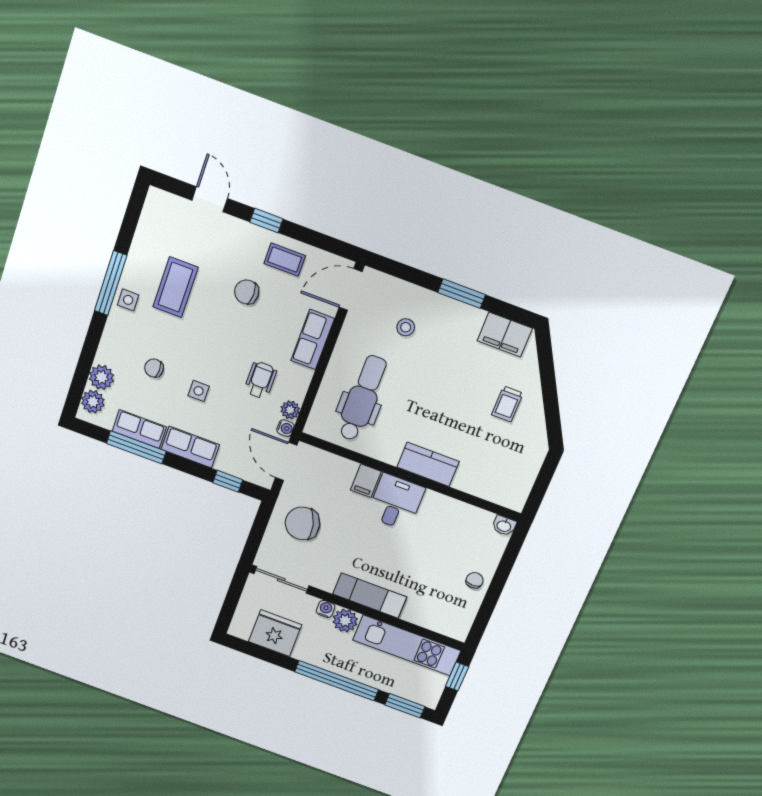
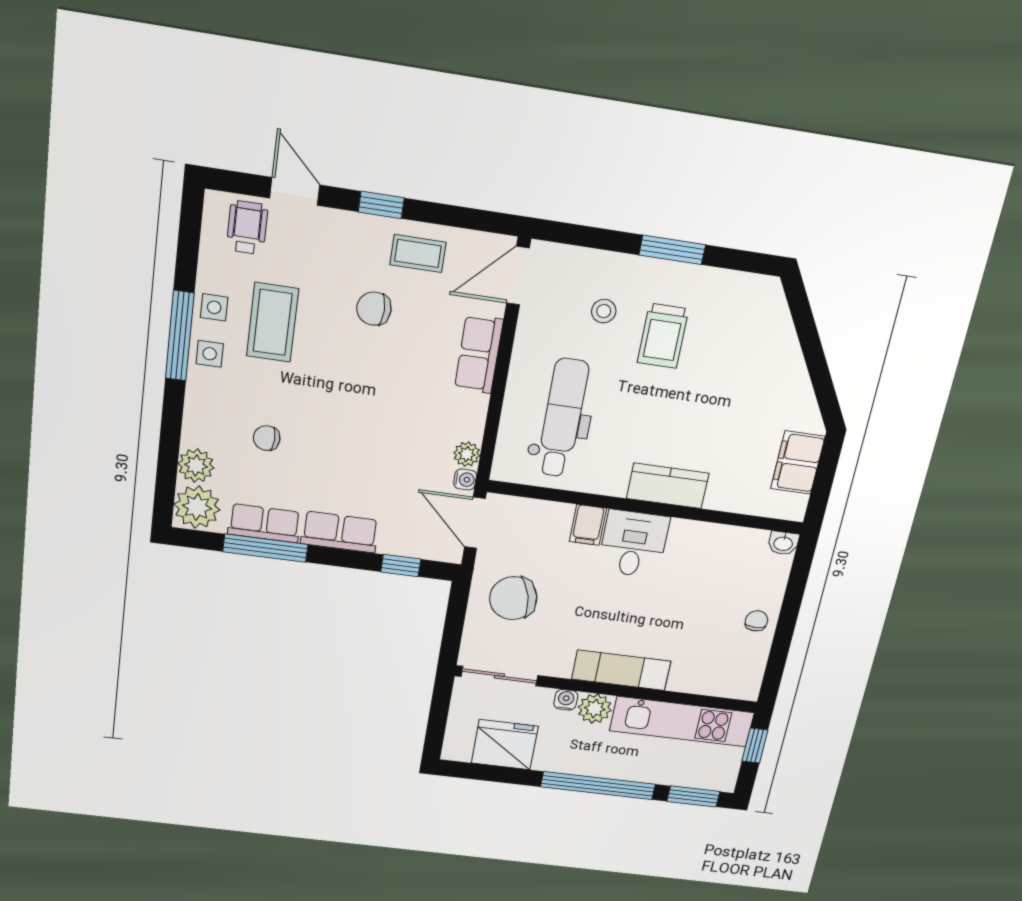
filing cabinet: (505, 335) -> (798, 463), moved, turned 90
wheelchair: (260, 380) -> (247, 227), moved
side table: (199, 391) -> (214, 307), moved
plant: (93, 402) -> (197, 507), width x1.36, depth x1.36
trolley: (507, 404) -> (663, 336), moved, width x1.36, depth x1.39

